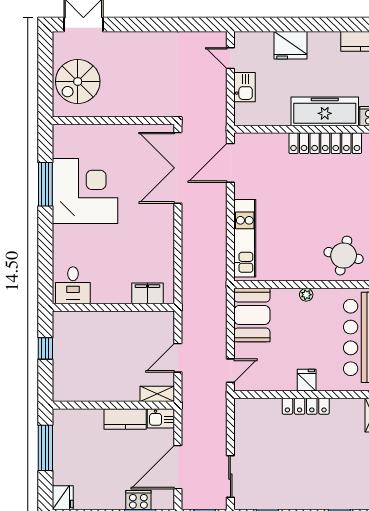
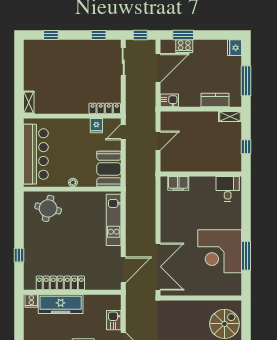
fridge: (307, 380) -> (96, 126), moved
shelving: (157, 394) -> (230, 117), moved
locker: (306, 406) -> (105, 108), moved
kitchen counter: (125, 419) -> (215, 100), moved

